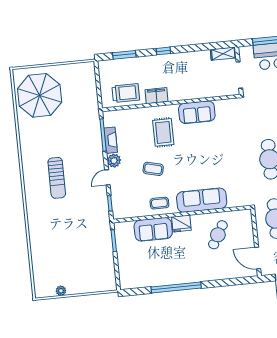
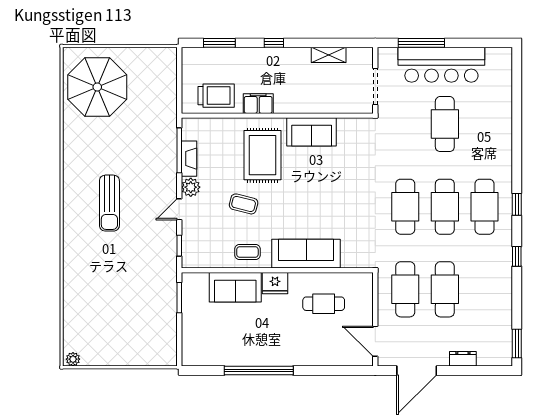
shelving: (223, 54) -> (329, 55), moved
rug: (163, 132) -> (263, 155), width x1.36, depth x1.43
cafe table: (218, 235) -> (324, 304), turned 60
plant: (61, 291) -> (73, 359), moved

